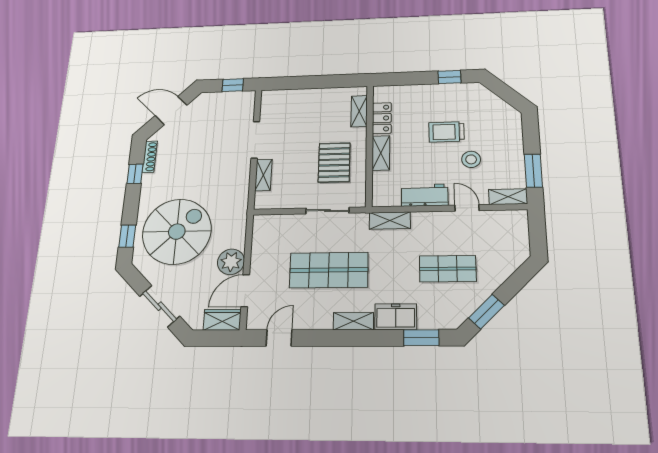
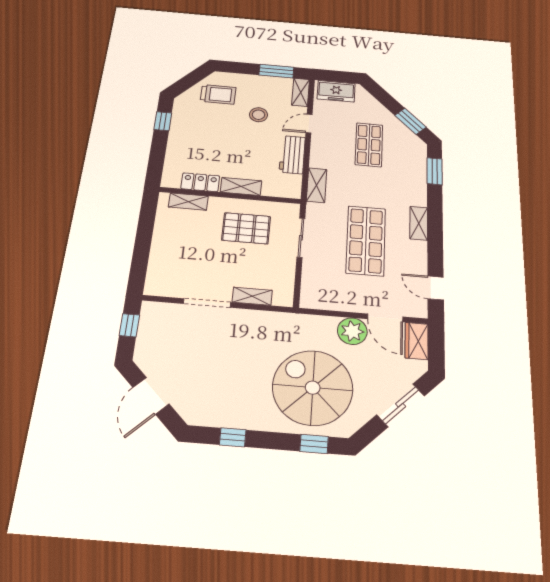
trolley: (447, 132) -> (218, 94), moved, turned -90
shoe rack: (150, 157) -> (212, 420), removed
freezer: (396, 317) -> (336, 91), moved, turned -90

